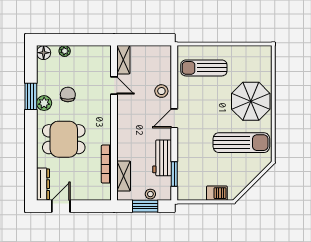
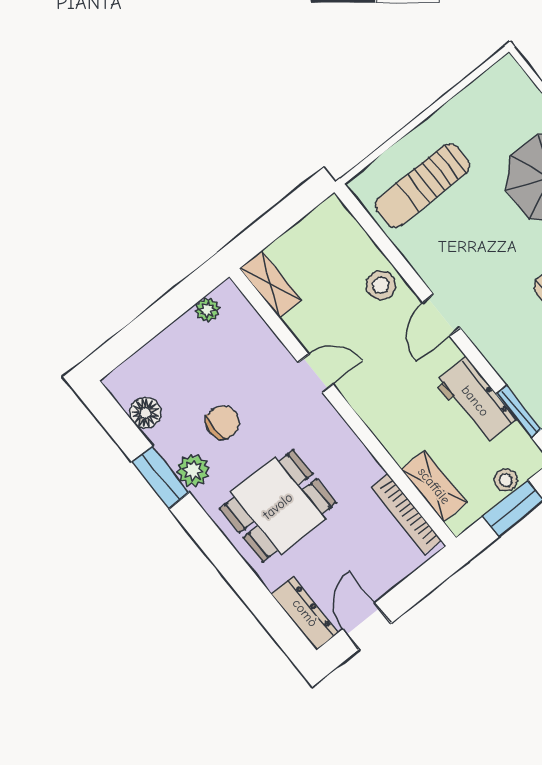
plant: (65, 51) -> (207, 310), moved
floor lamp: (44, 53) -> (145, 413), moved
door: (114, 85) -> (316, 373), moved
chair: (68, 95) -> (223, 422), turned 89
bookcase: (106, 164) -> (406, 514), moved

